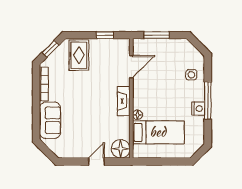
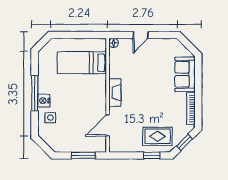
window: (105, 35) -> (152, 155), moved
rug: (79, 55) -> (157, 136), turned 90
nightstand: (198, 109) -> (44, 101), moved
floor lamp: (138, 115) -> (102, 79), removed
floor lamp: (121, 149) -> (114, 43), width x0.53, depth x0.53

